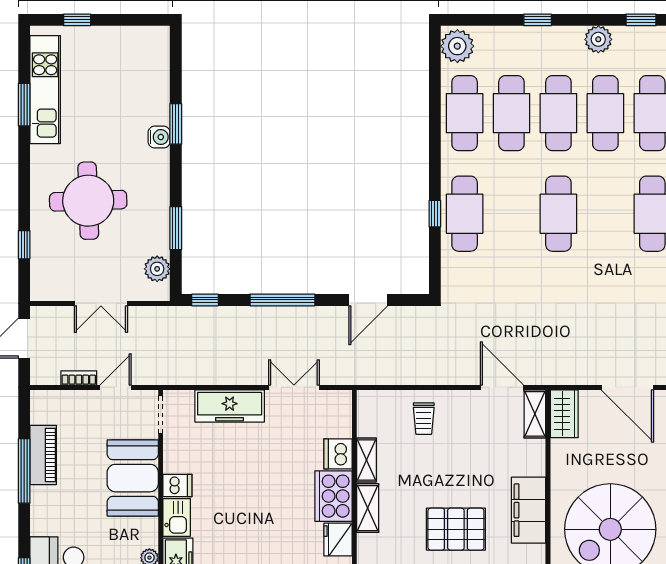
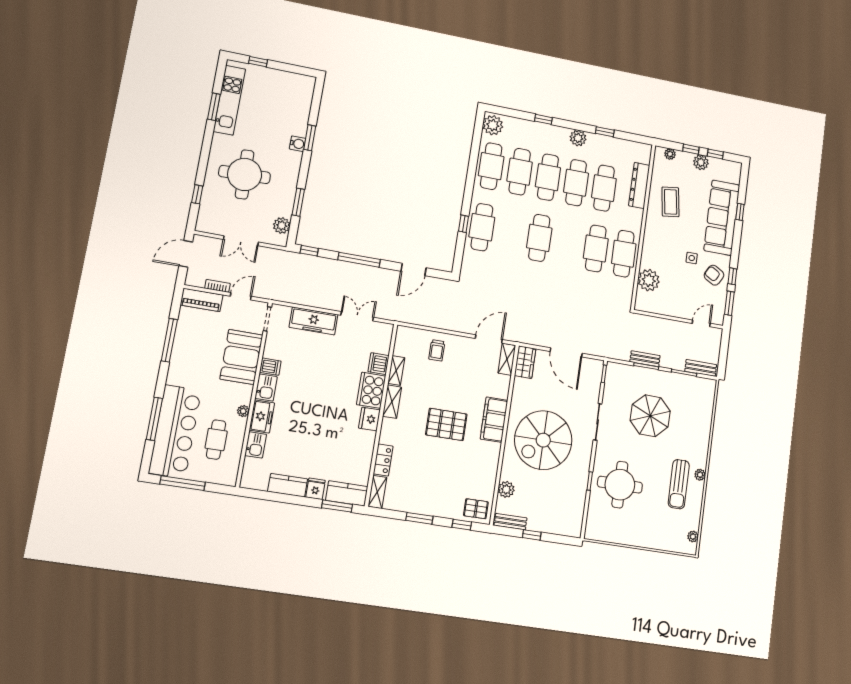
door: (502, 387) -> (489, 339), hinge flipped
piano: (43, 455) -> (202, 300), moved, turned 90

